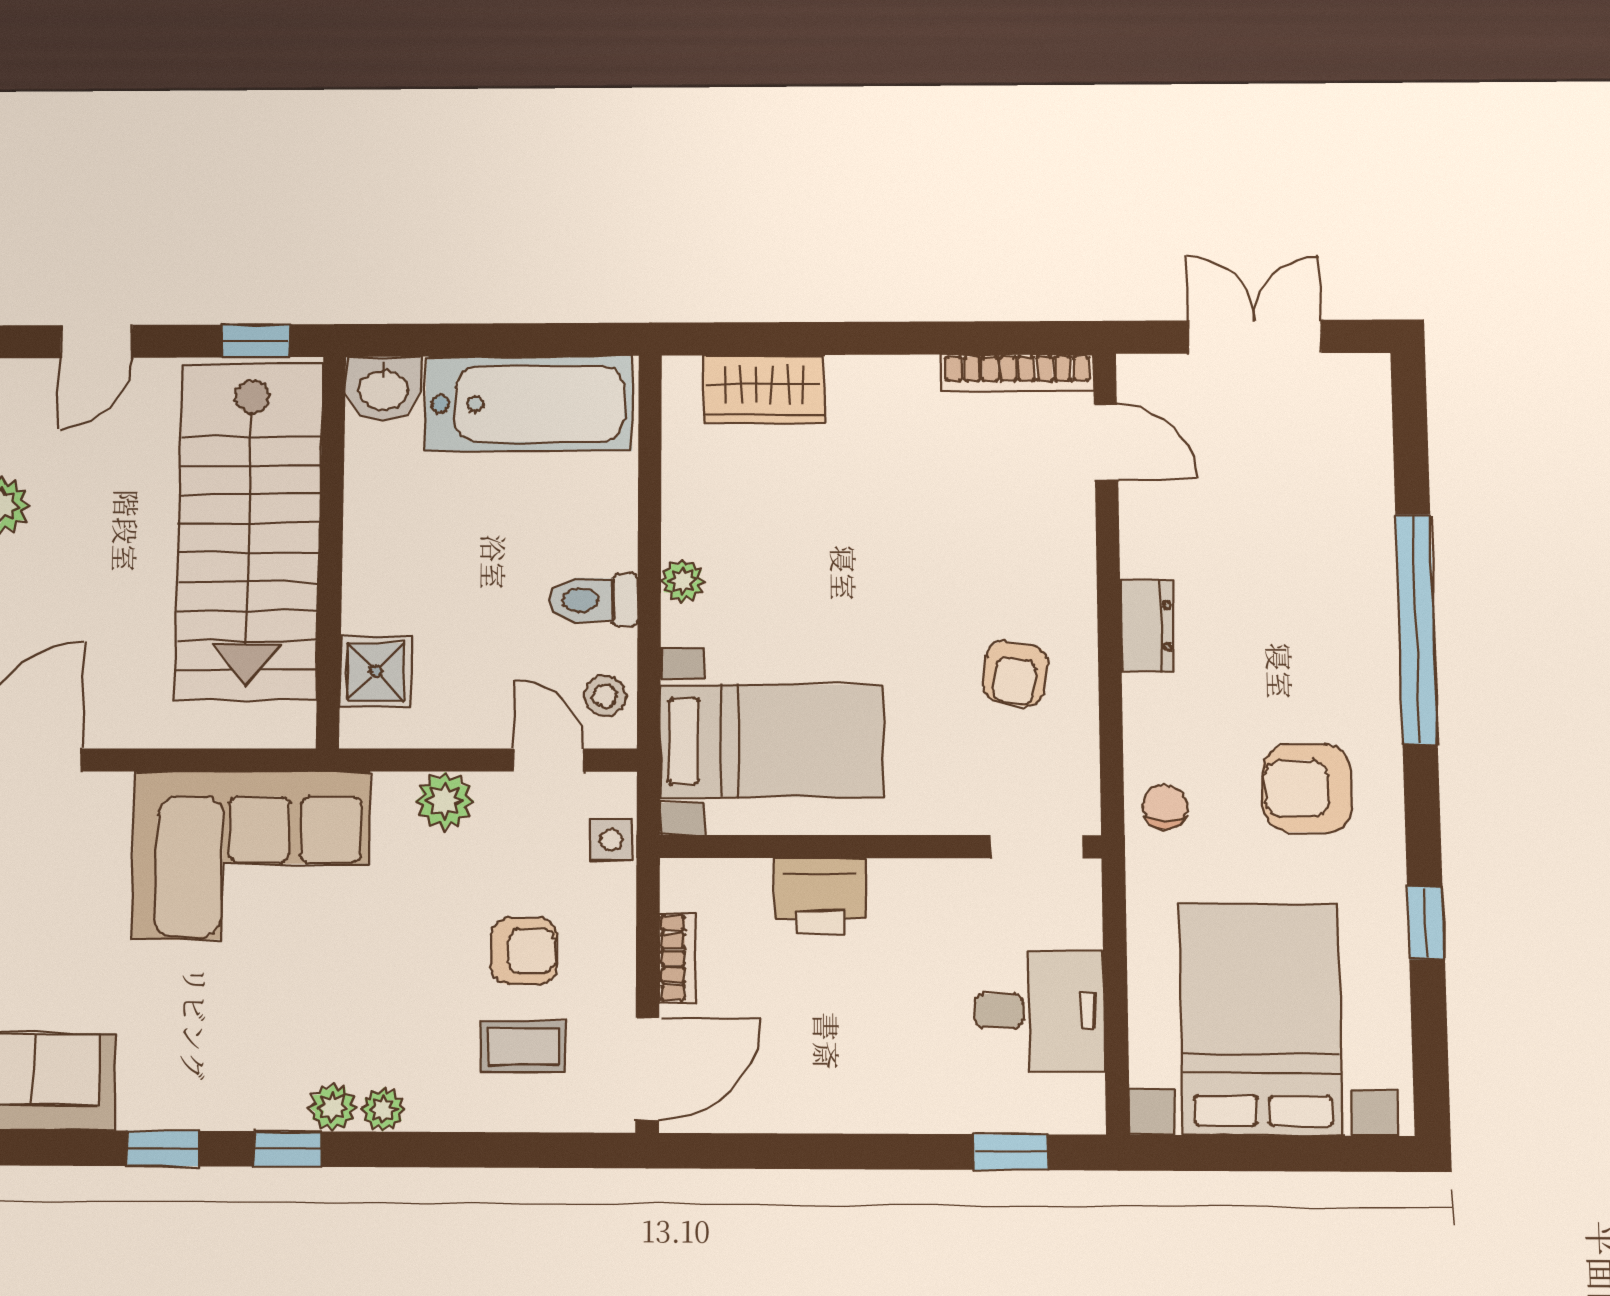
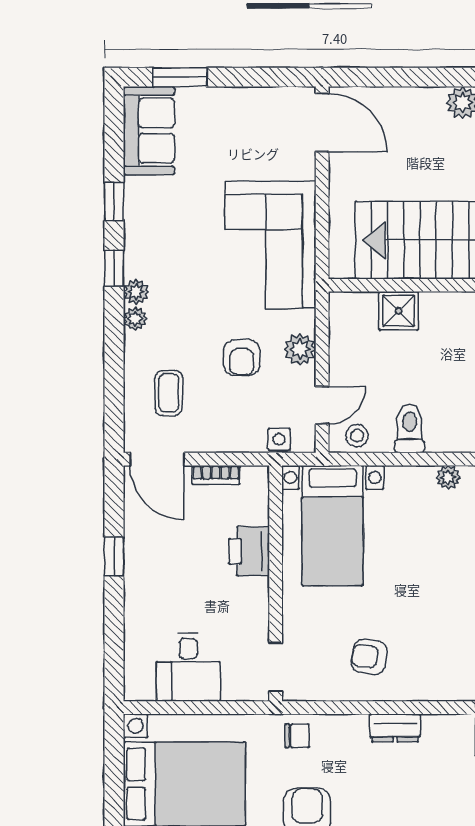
plant: (683, 581) -> (448, 477), moved
shower: (376, 672) -> (399, 311), moved
armchair: (524, 951) -> (242, 358), moved
window: (1011, 1152) -> (114, 556), moved

